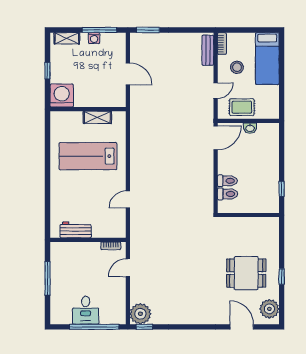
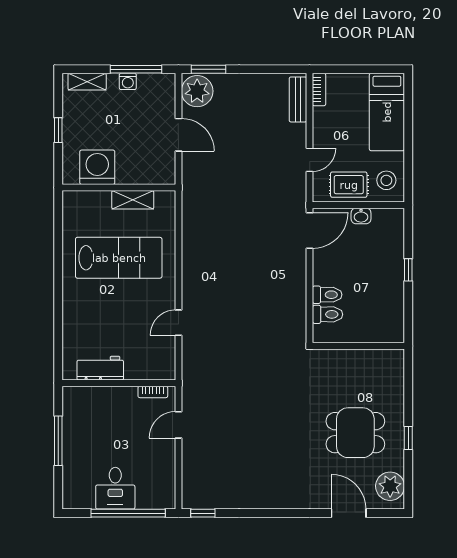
stool: (237, 67) -> (386, 180), moved
washing machine: (62, 96) -> (97, 167), moved
lab bench: (88, 156) -> (119, 258), turned 180
window: (282, 189) -> (408, 270), moved
plant: (140, 314) -> (197, 91), moved

